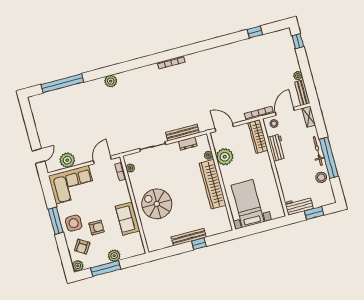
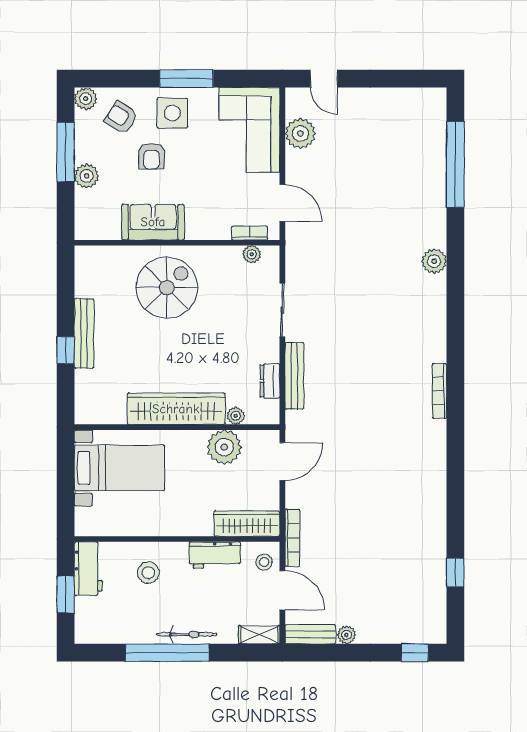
stool: (321, 177) -> (148, 573), moved

